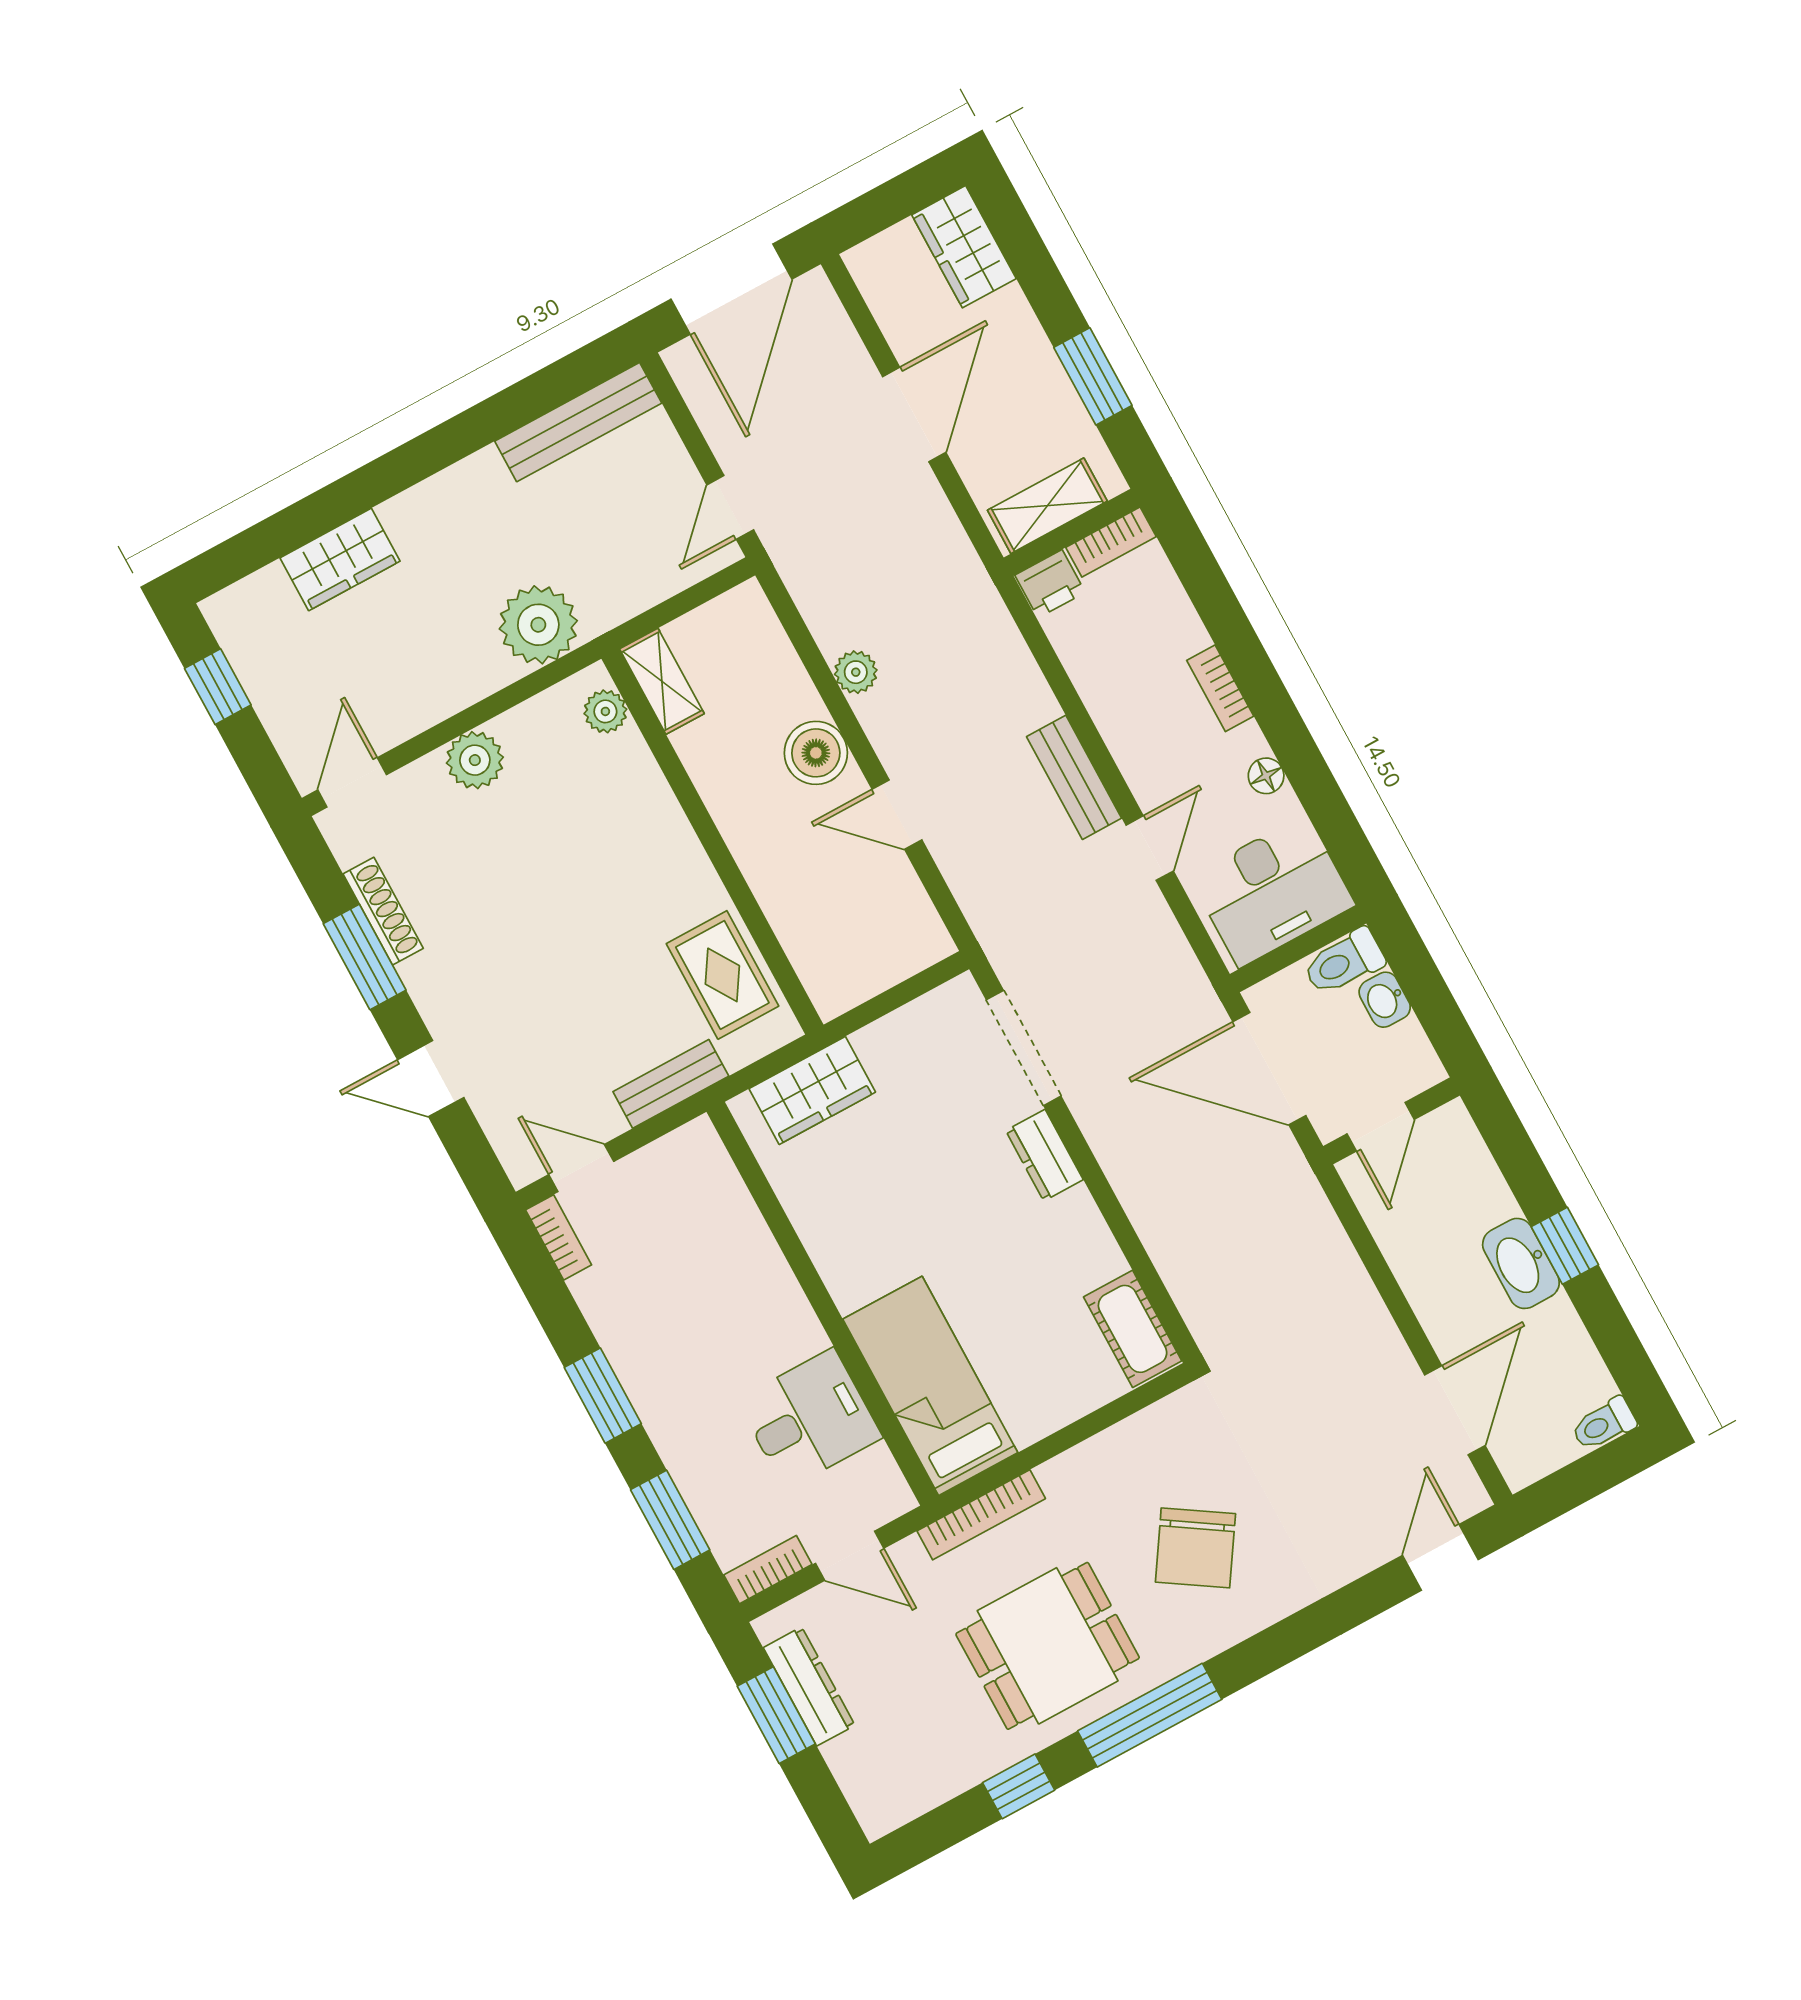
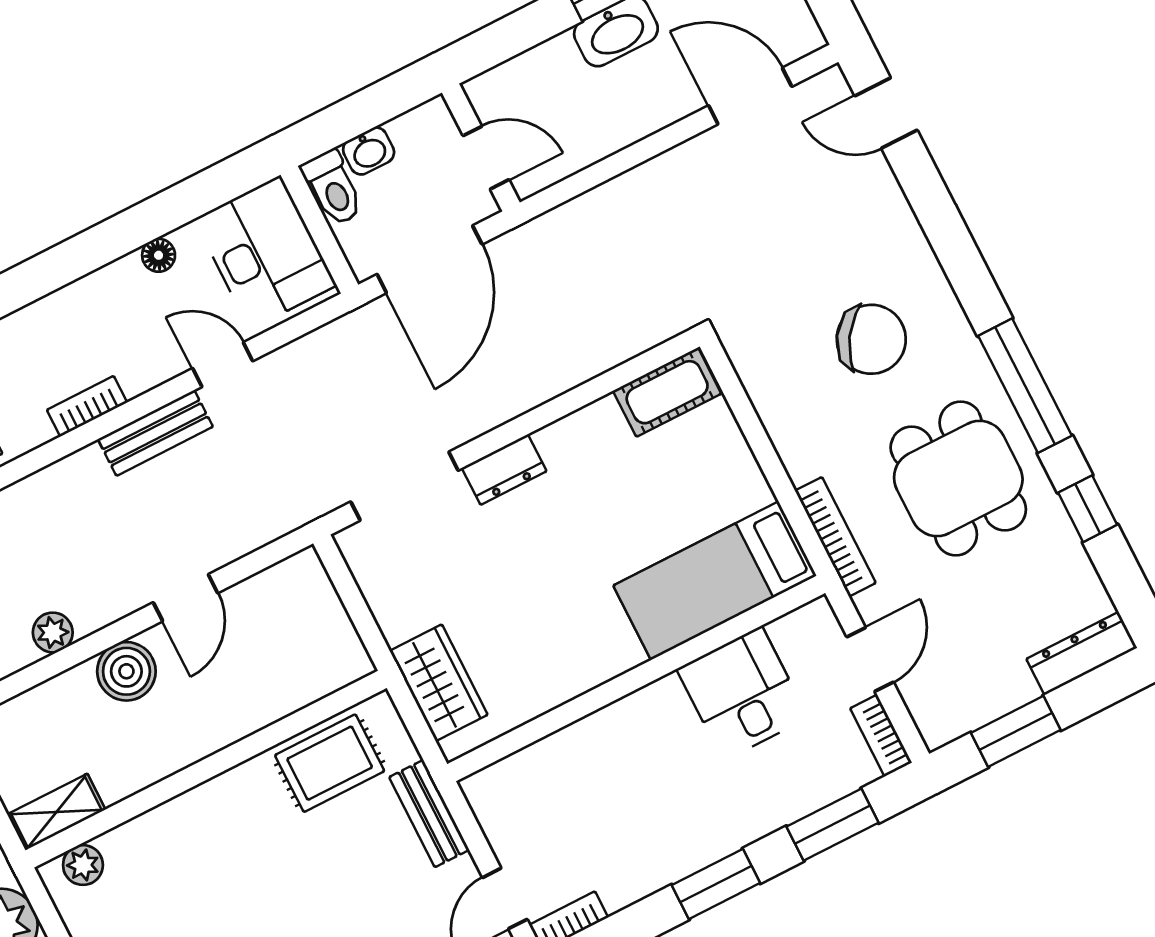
bookcase: (1220, 688) -> (87, 406), moved, turned 180
dresser: (809, 1686) -> (1082, 653), moved

